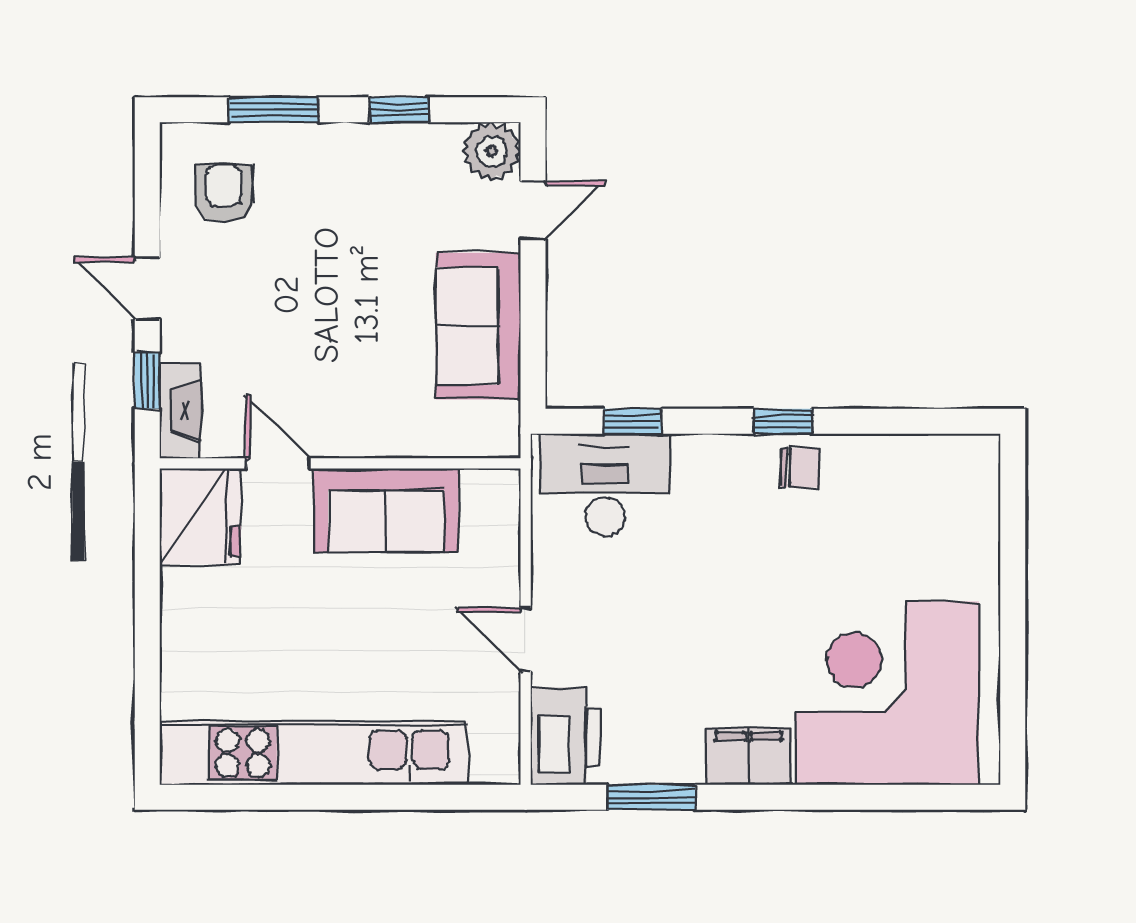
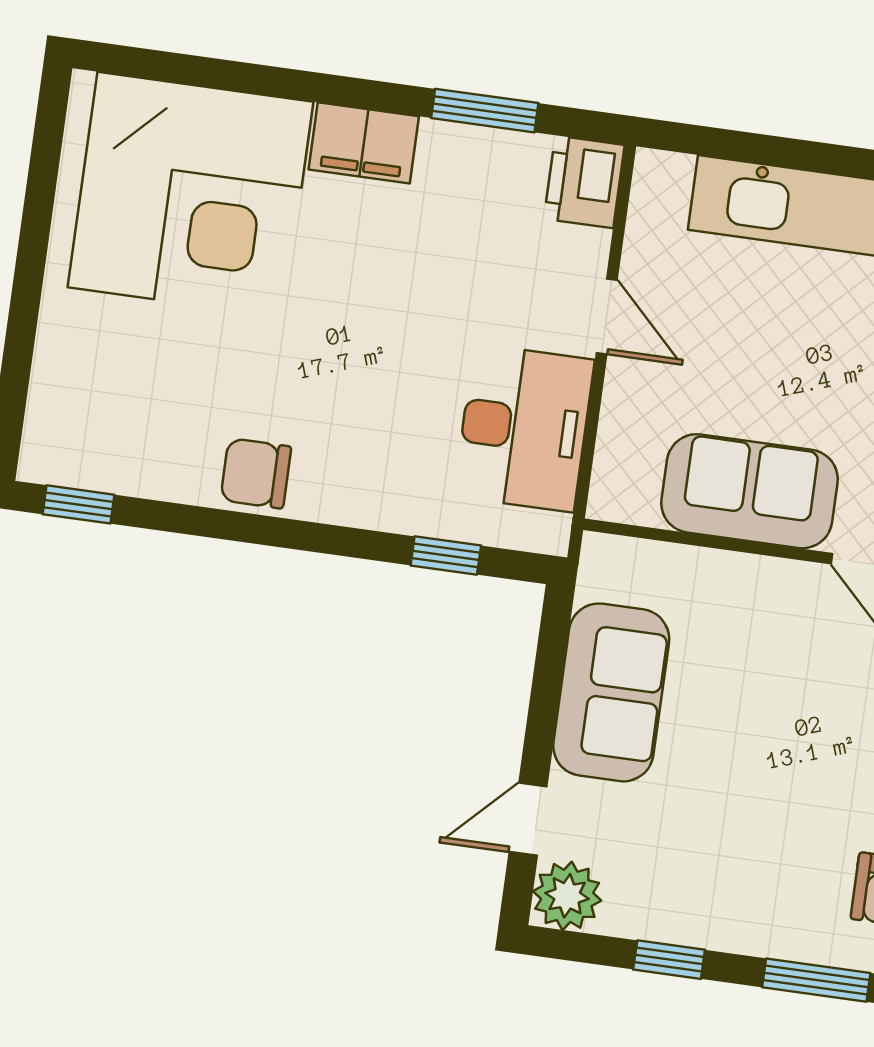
window: (782, 421) -> (79, 504), moved
chair: (800, 468) -> (256, 473), width x1.37, depth x1.37
desk: (605, 485) -> (524, 428), moved, turned -90
printer: (566, 736) -> (584, 182), width x0.73, depth x0.84

